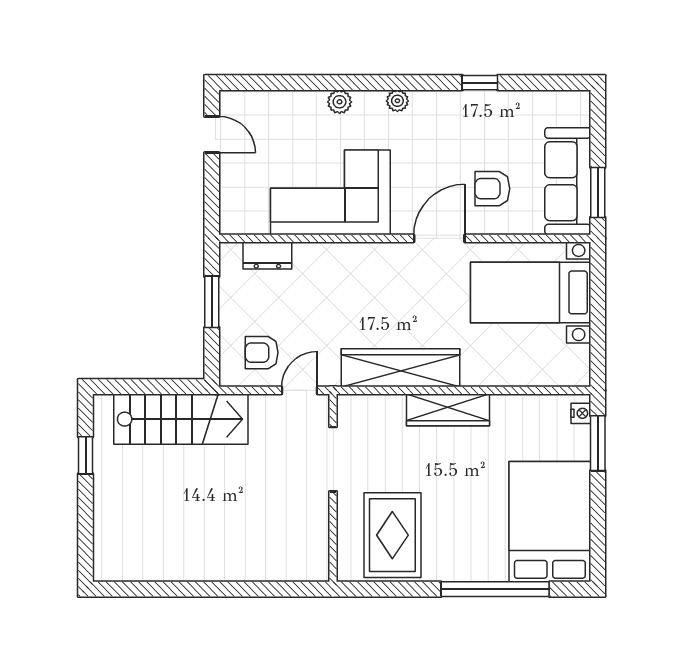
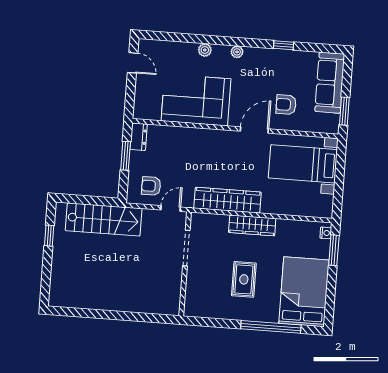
sofa: (568, 181) -> (330, 83), moved
dresser: (267, 255) -> (139, 137), moved, turned -90
rug: (392, 535) -> (244, 279), moved, width x0.73, depth x0.70

